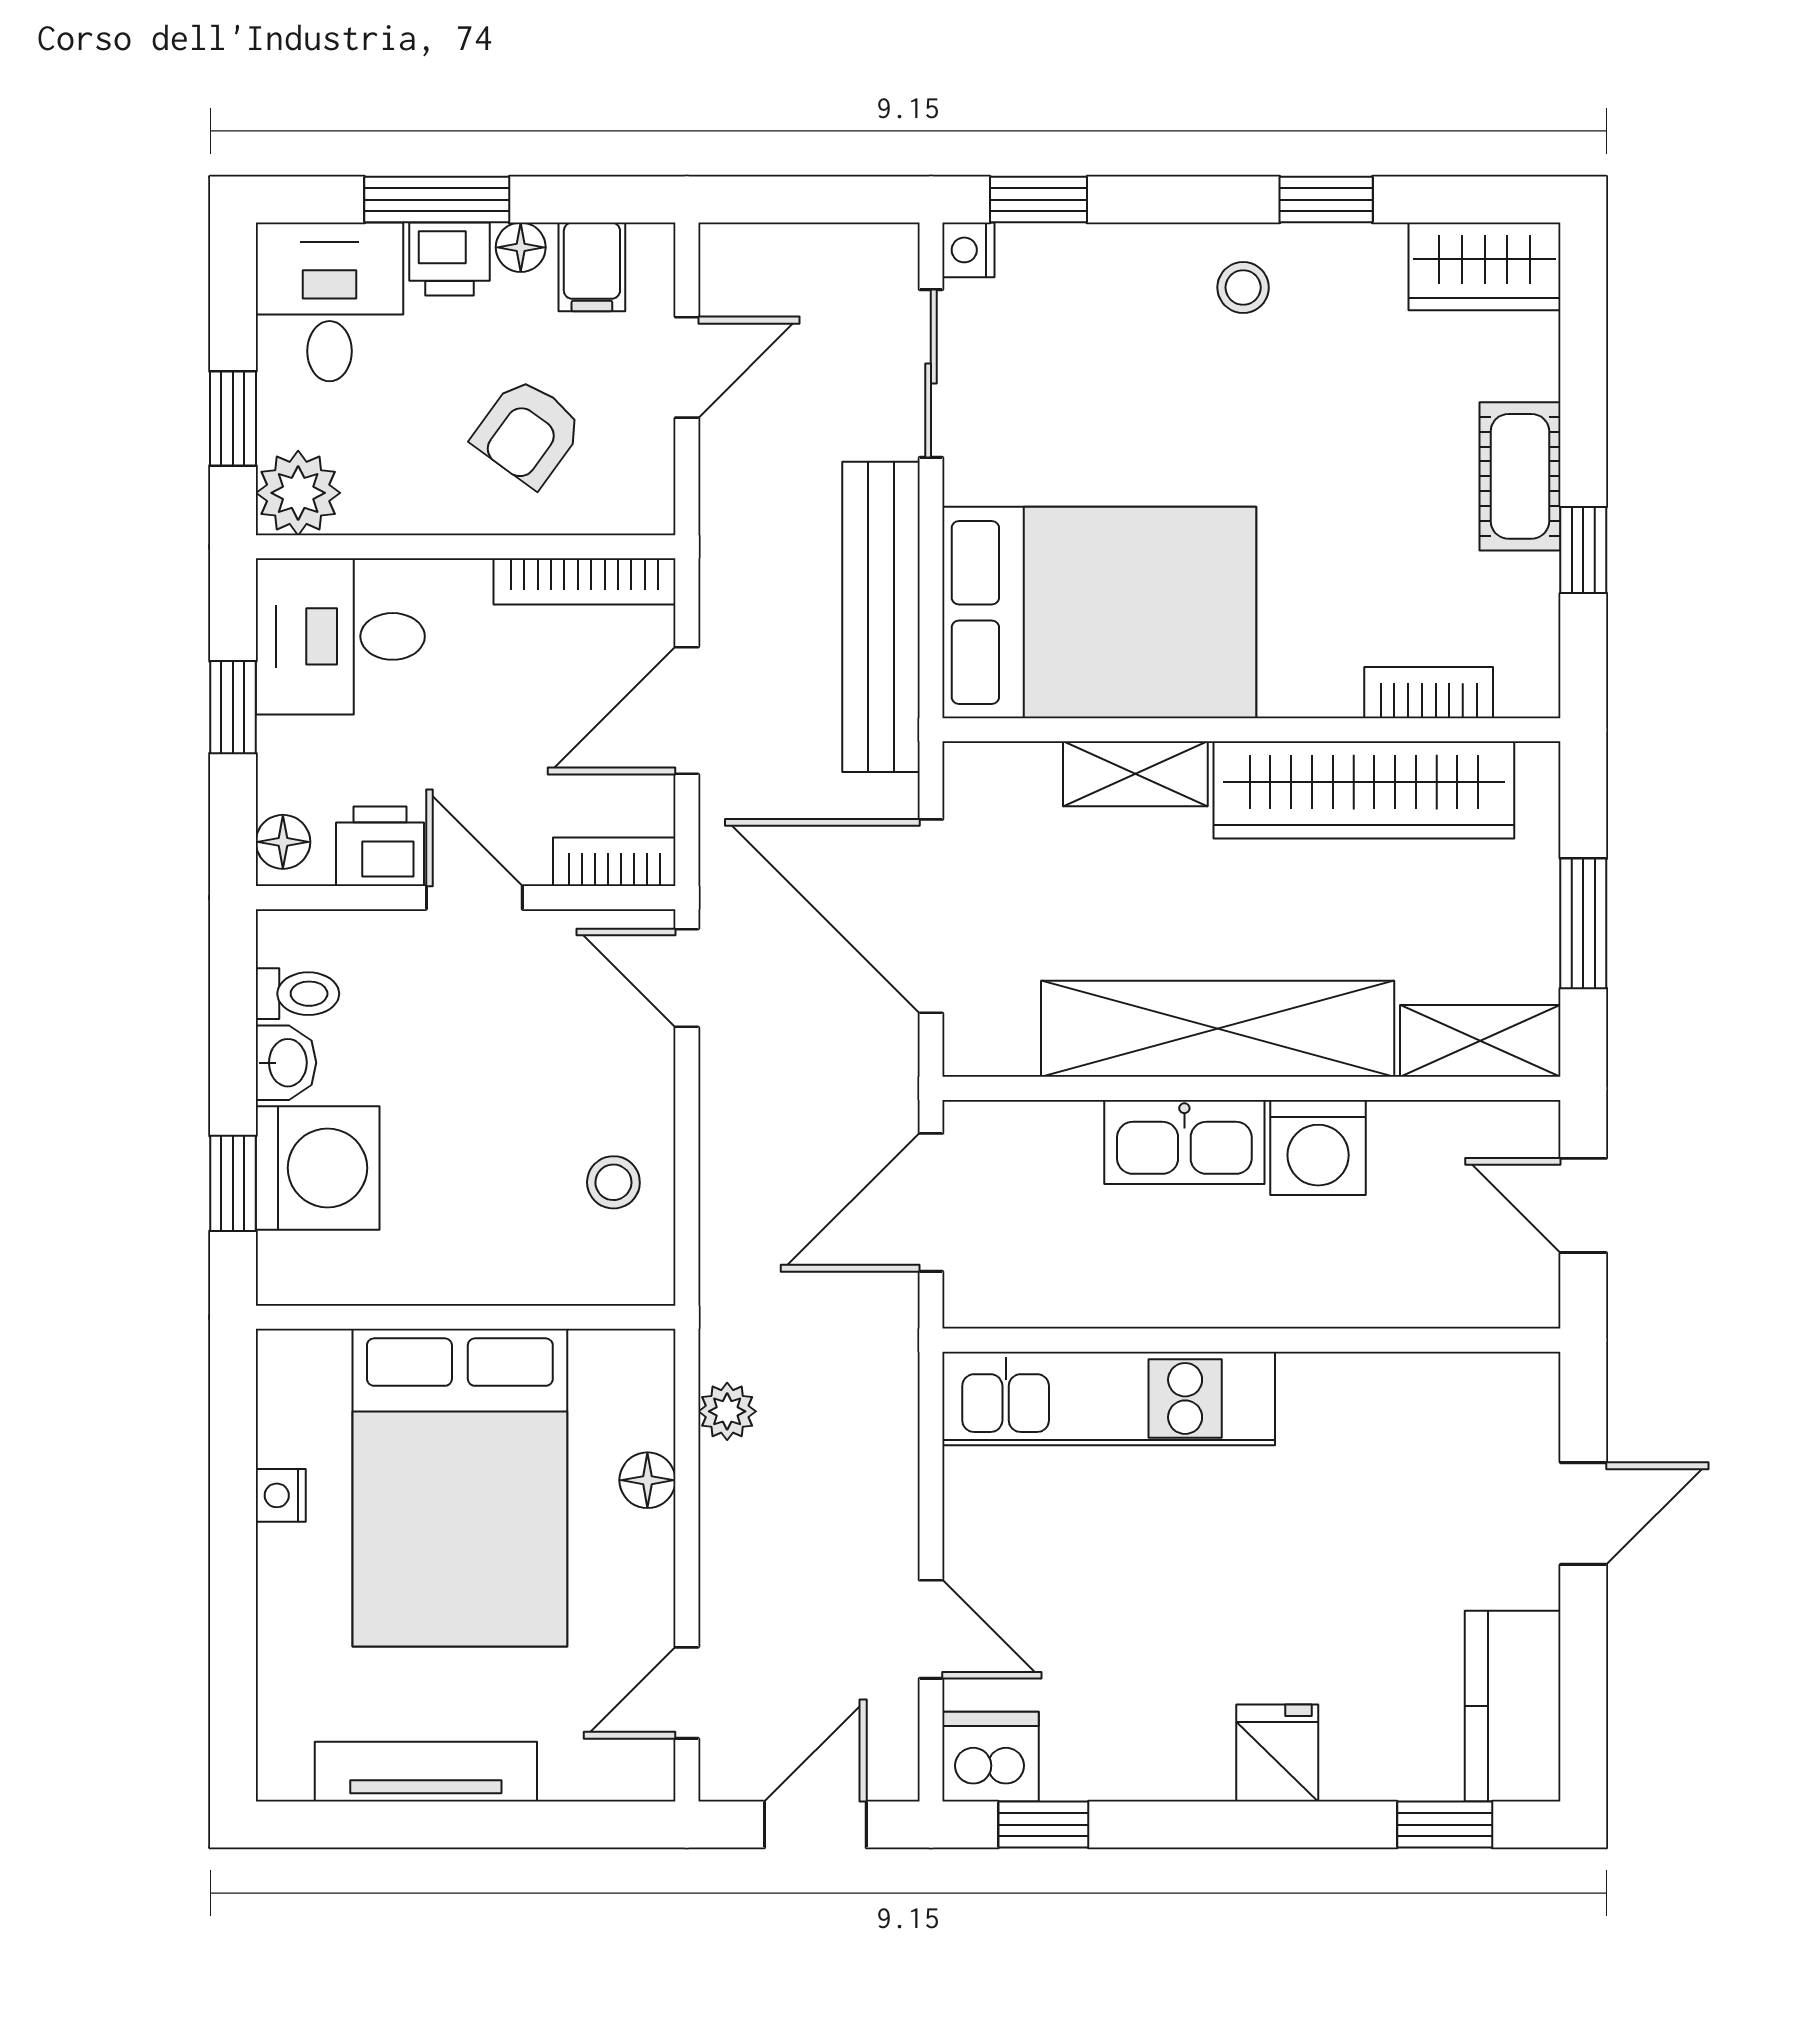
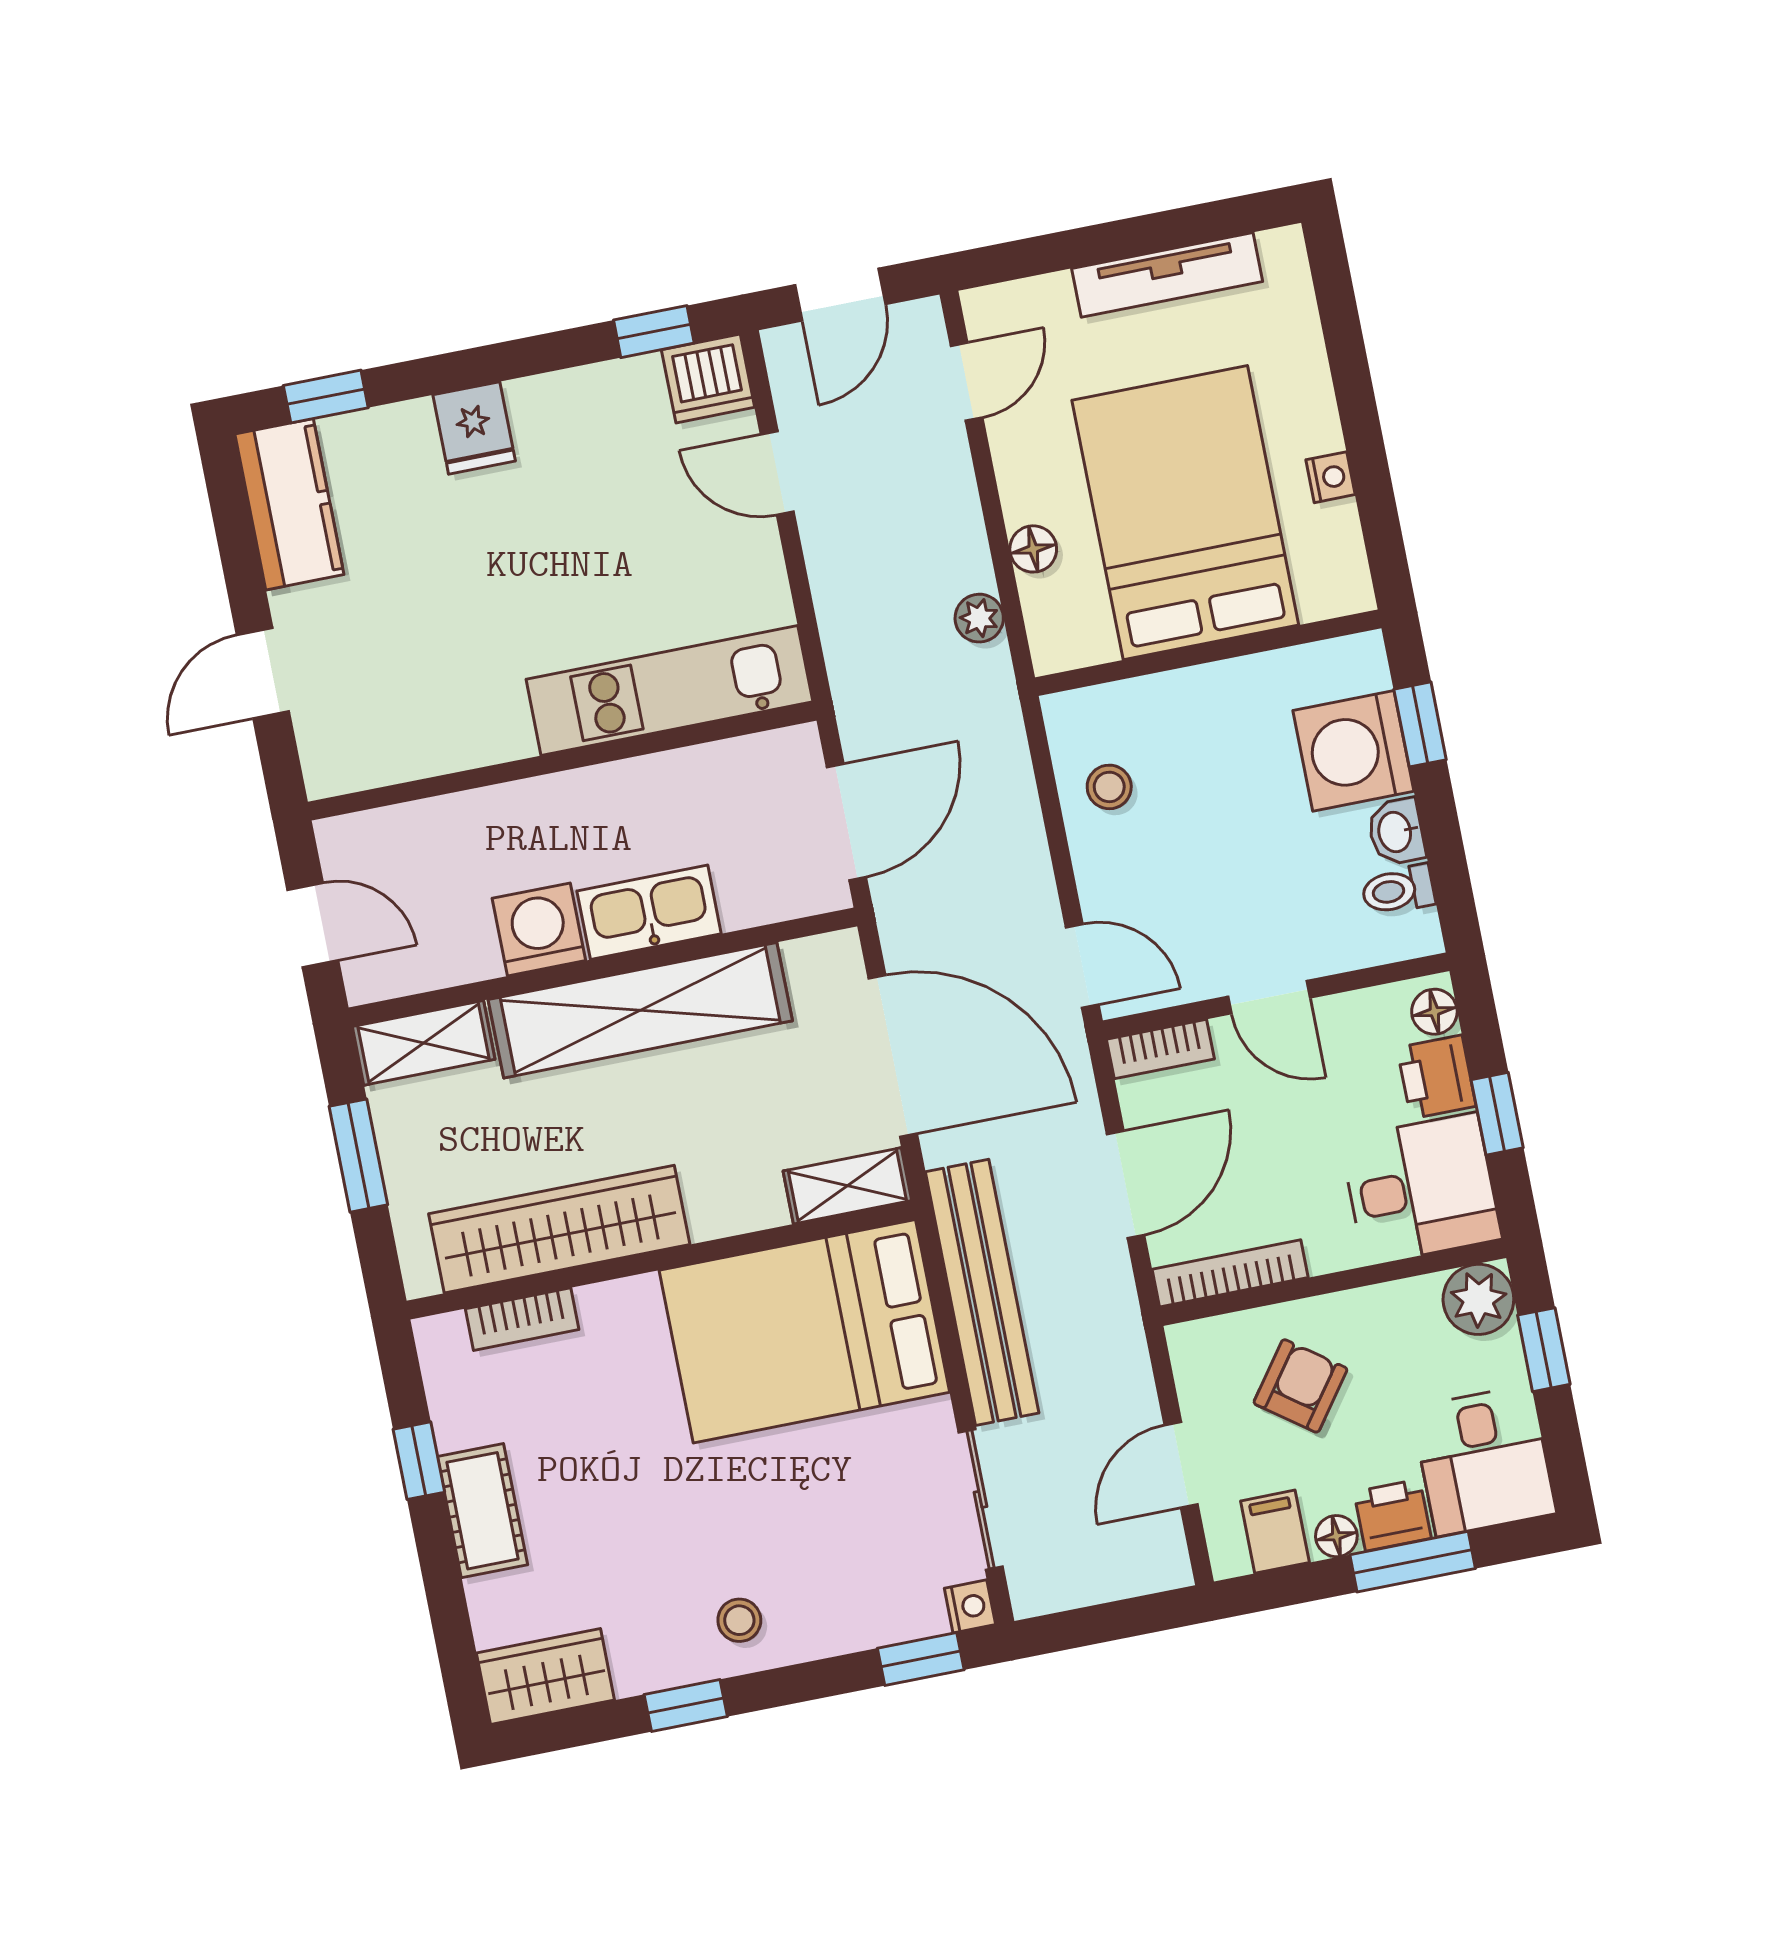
shelving: (1135, 774) -> (847, 1186), moved
printer: (380, 846) -> (1436, 1077), moved, turned 90

